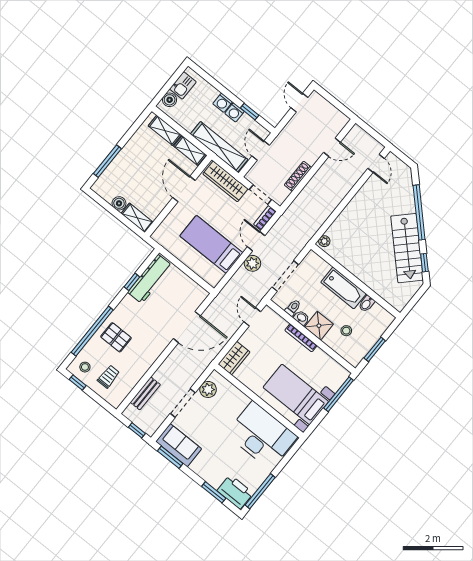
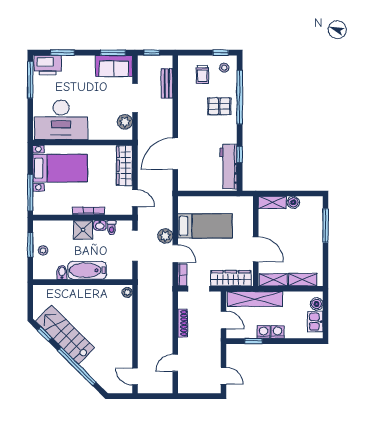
stool: (346, 331) -> (43, 250), moved
wardrobe: (234, 358) -> (124, 166), width x1.50

